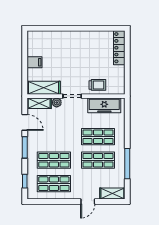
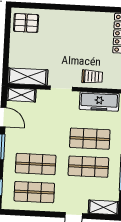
pallet: (40, 43) -> (26, 23), added
filing cabinet: (35, 62) -> (18, 46), removed
plant: (57, 103) -> (42, 95), removed

